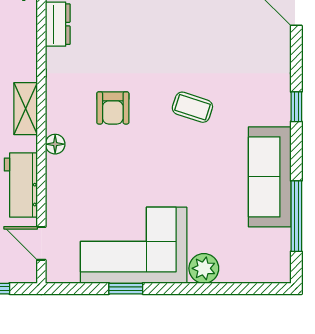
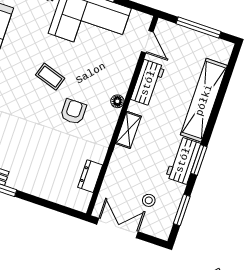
coffee table: (192, 107) -> (50, 77), moved

